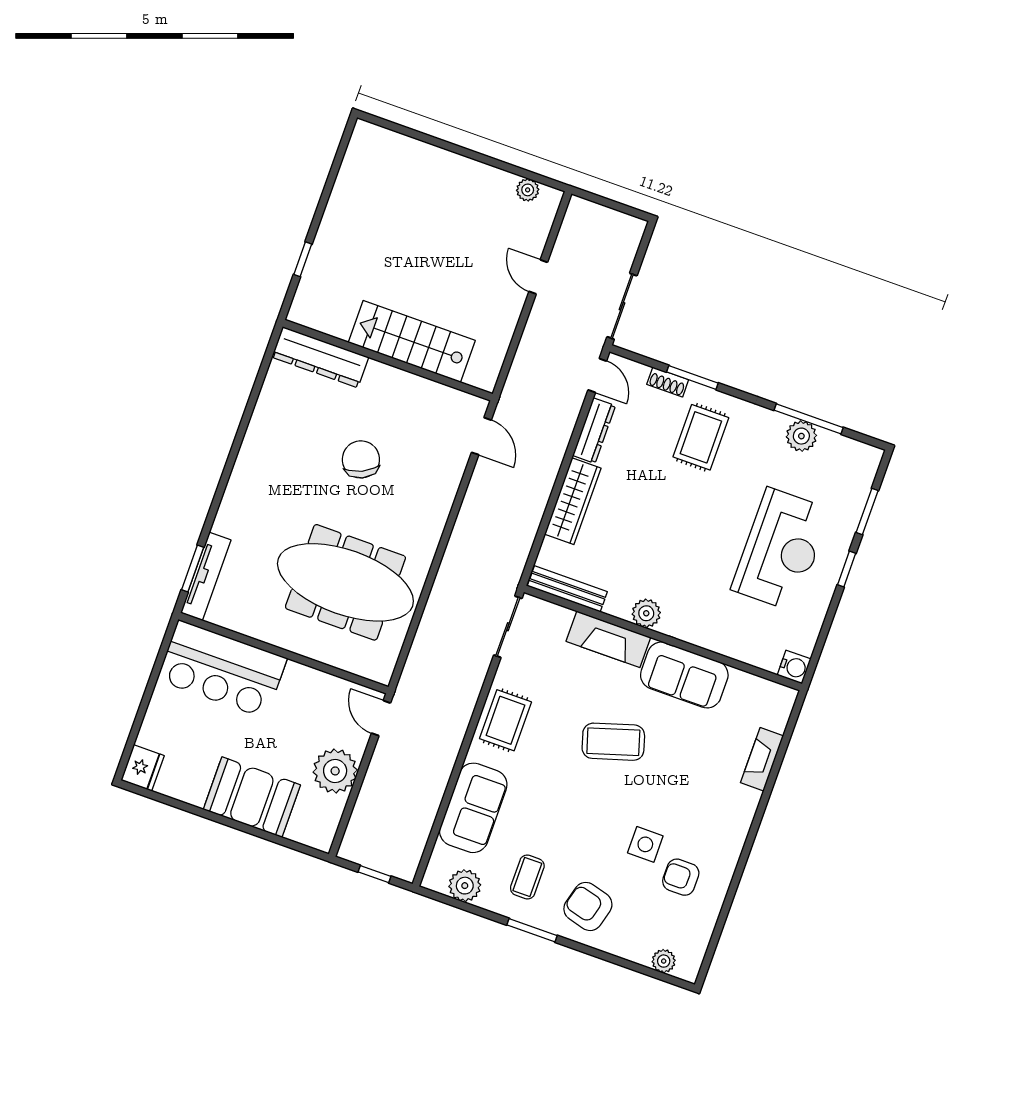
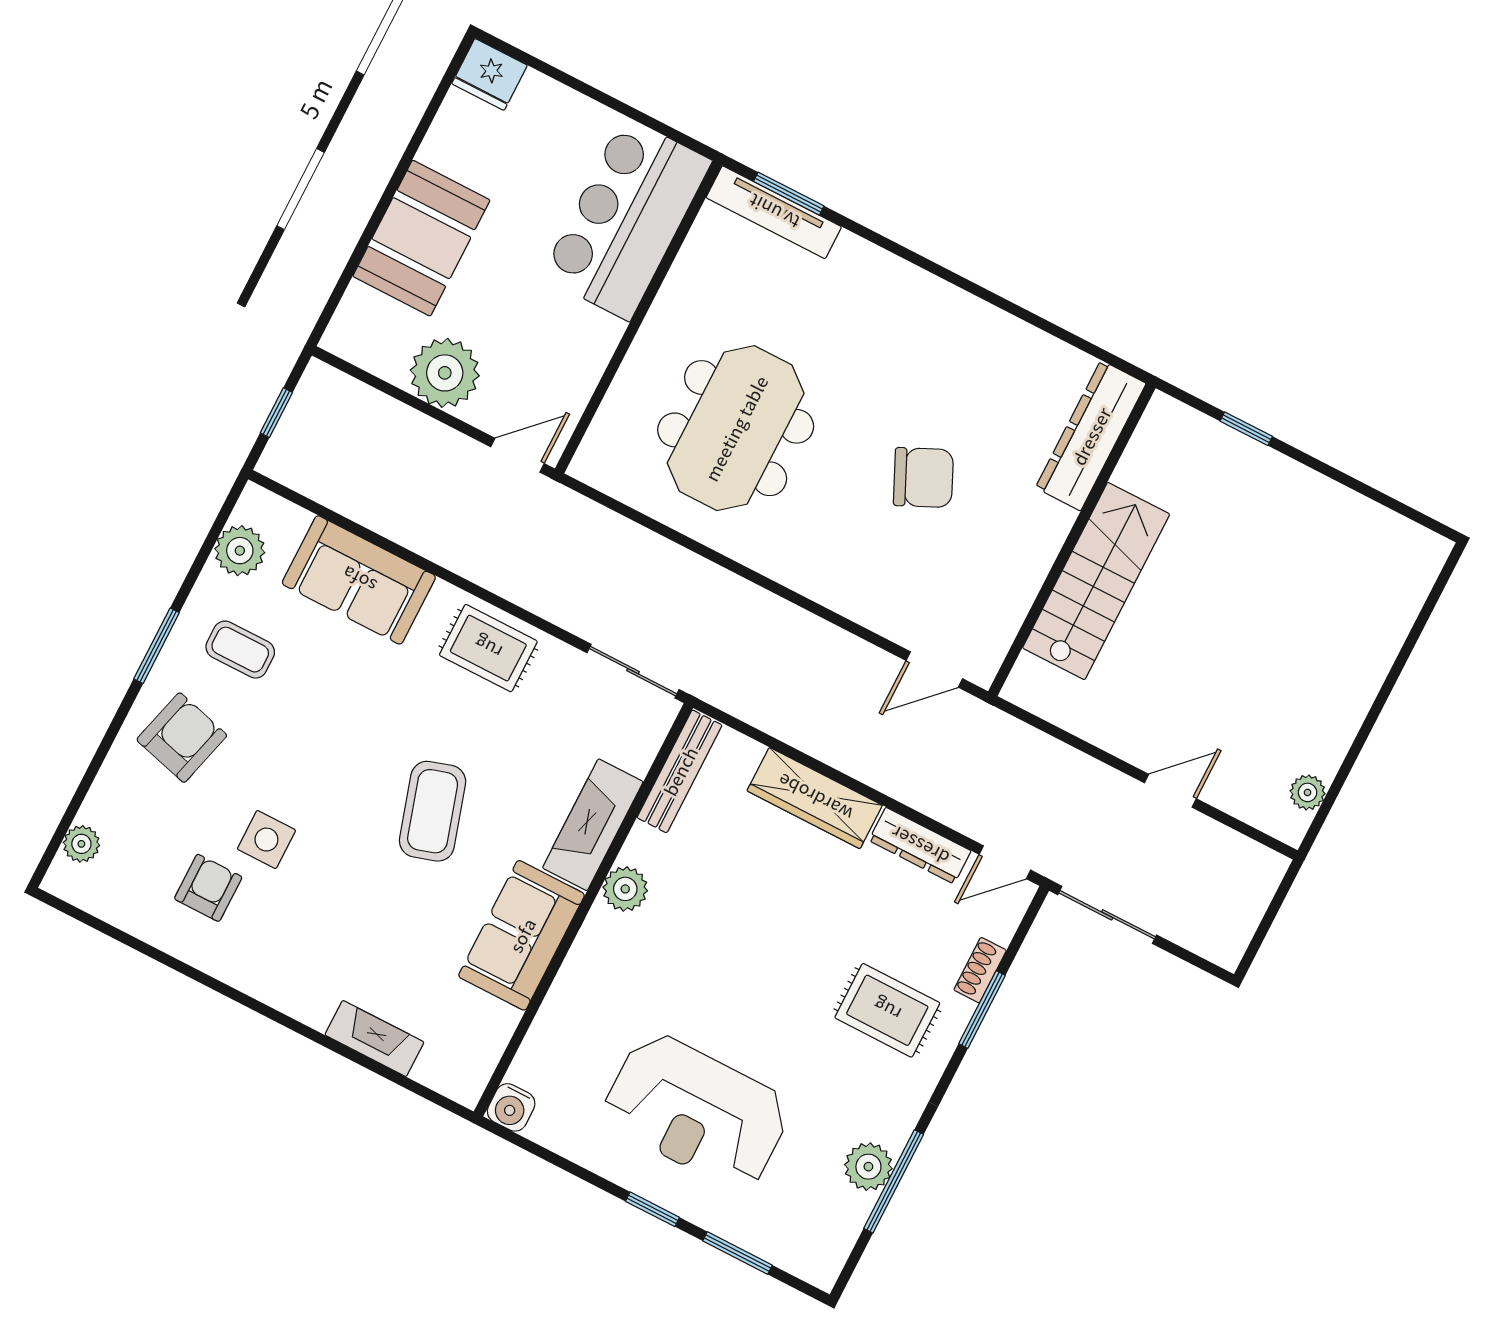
meeting table: (345, 582) -> (736, 428), width x0.73

